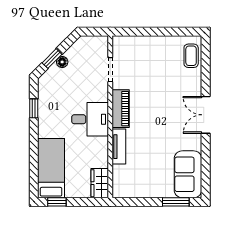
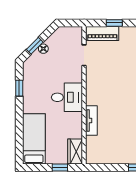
window: (146, 32) -> (114, 23), added
piano: (121, 109) -> (102, 33), moved, turned 90
window: (57, 202) -> (60, 167), moved

